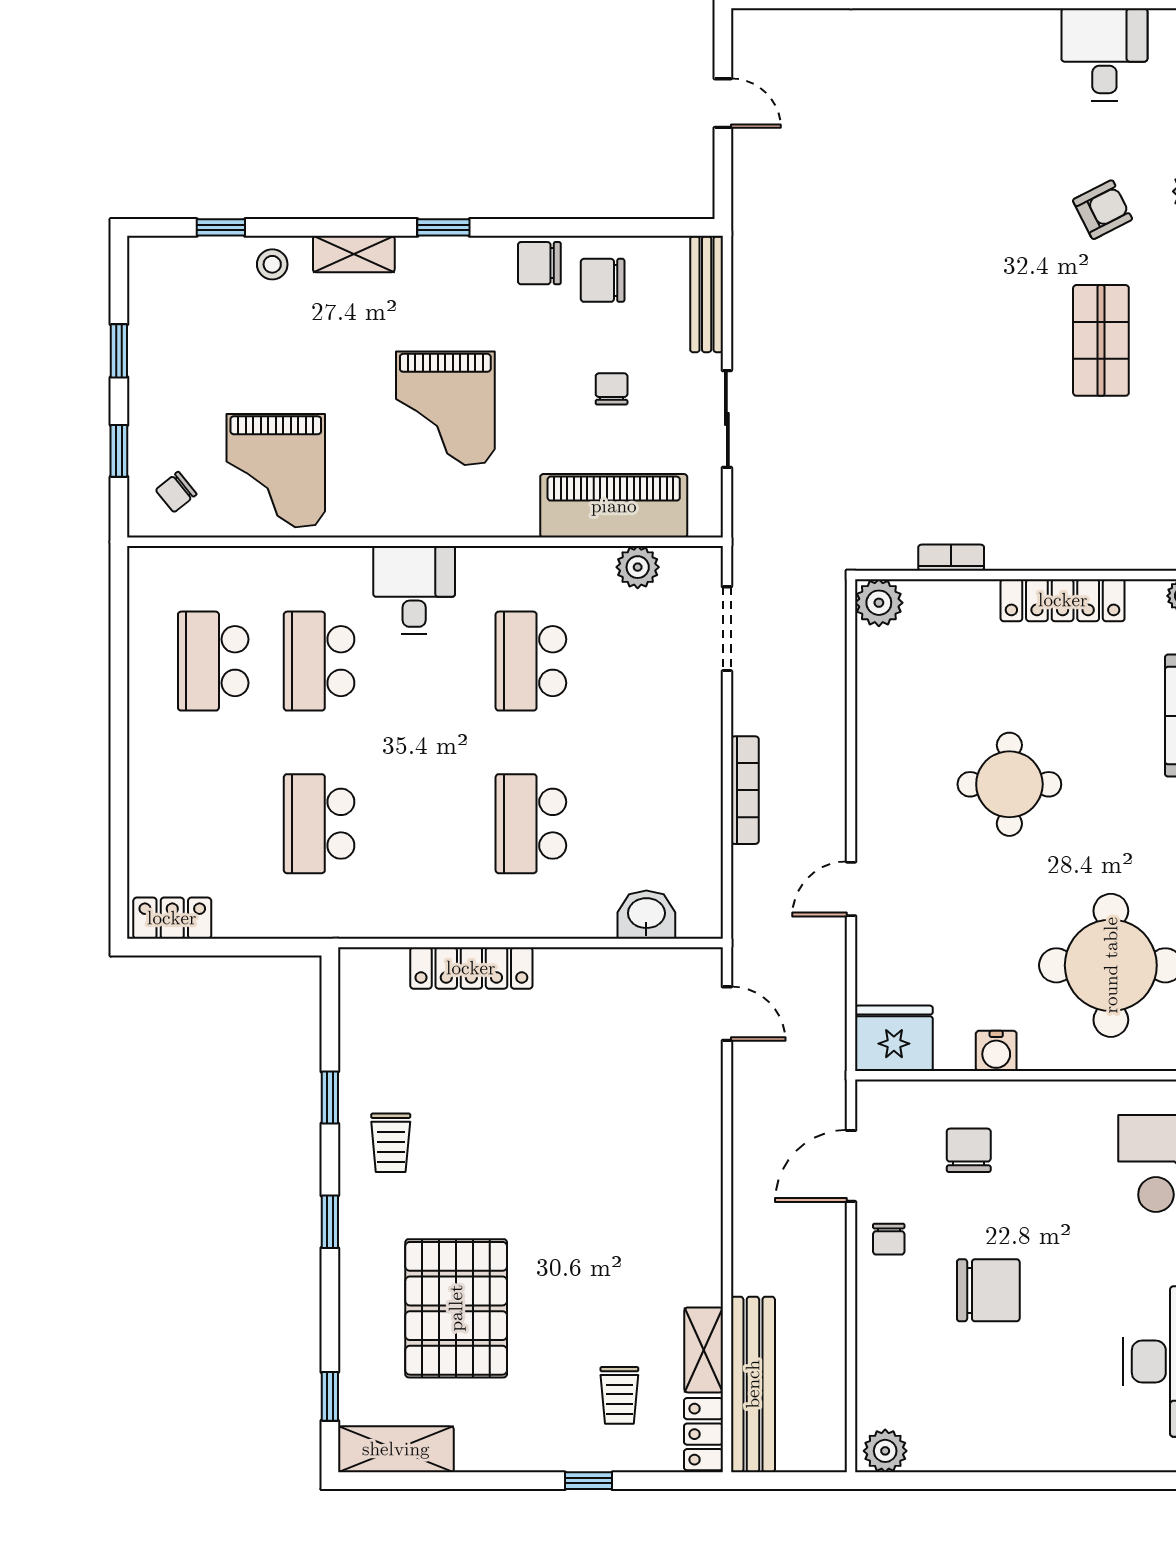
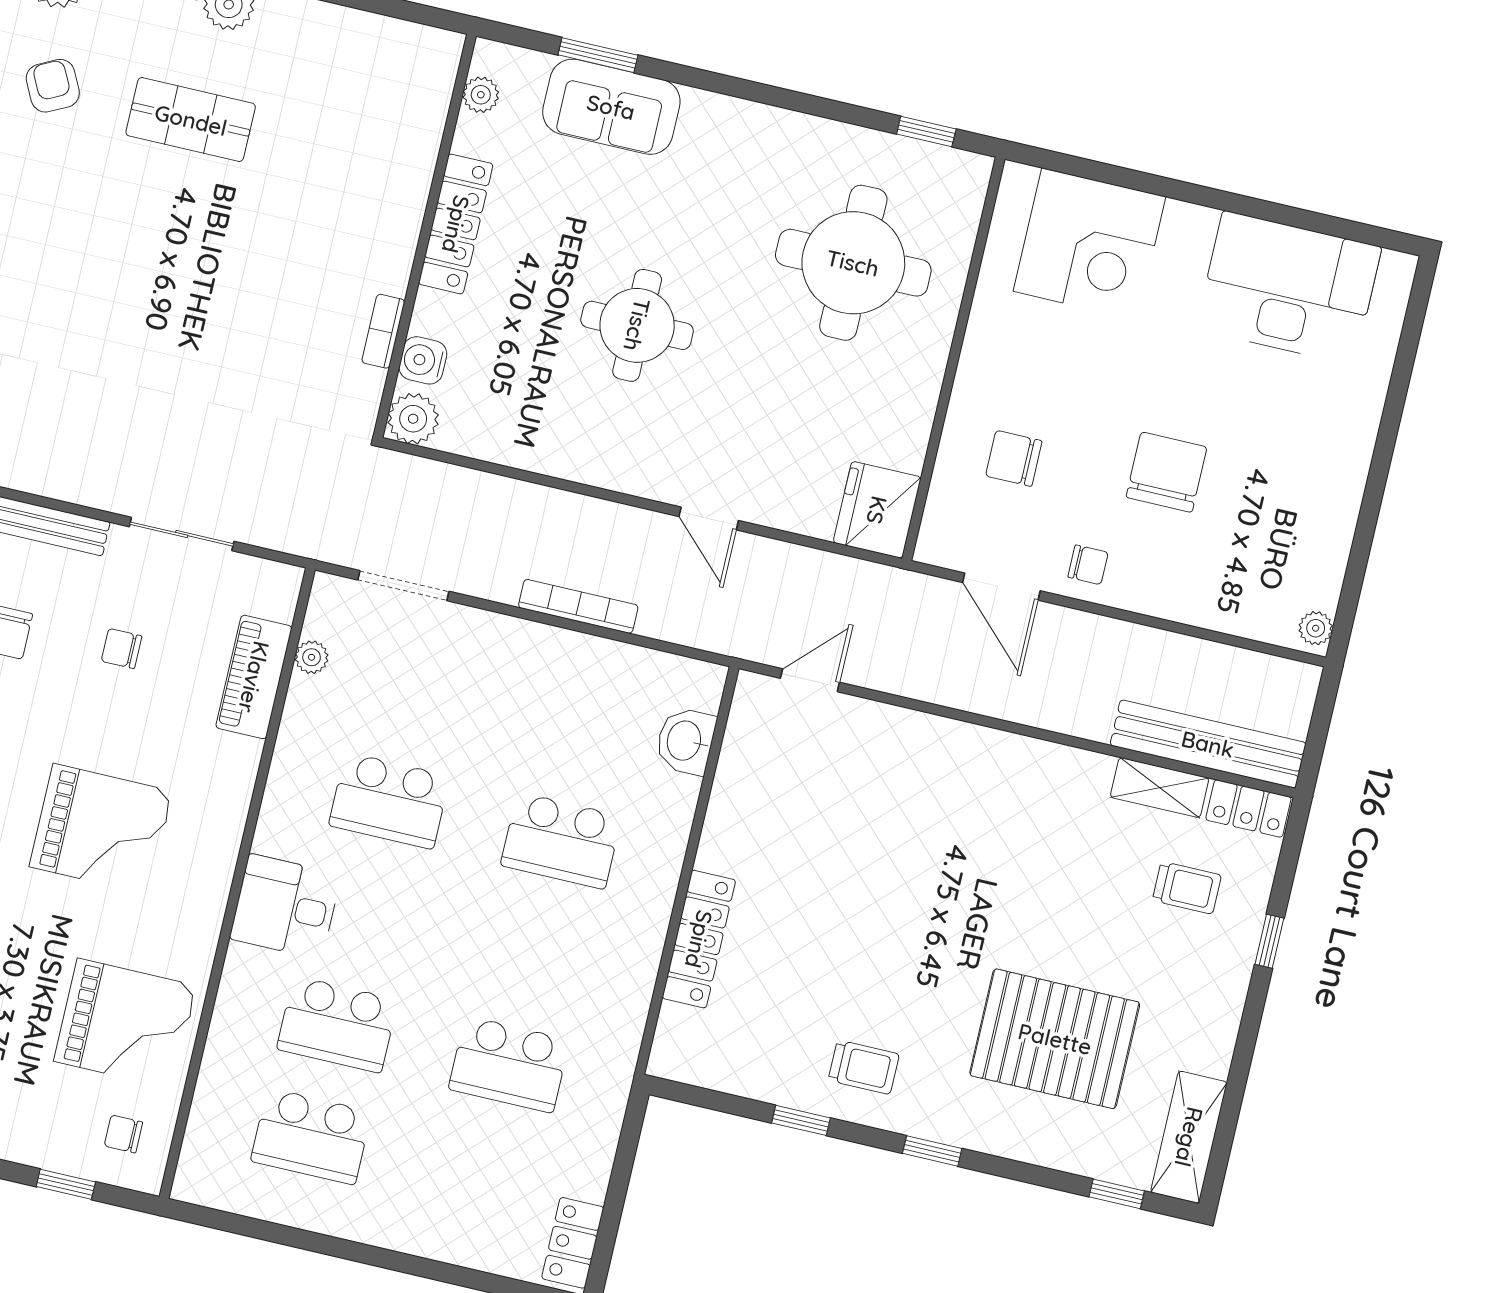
chair: (176, 492) -> (123, 1134), turned 129
piano: (614, 506) -> (254, 677), width x0.73, depth x0.75
plant: (638, 567) -> (312, 657), width x0.73, depth x0.73
water cooler: (996, 1051) -> (423, 360), moved, turned 180
plant: (885, 1451) -> (1316, 628), width x0.73, depth x0.73

